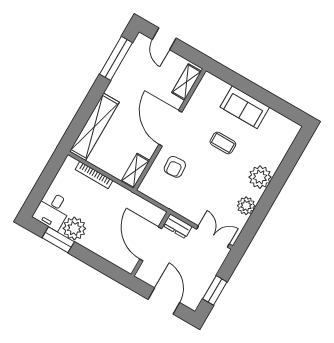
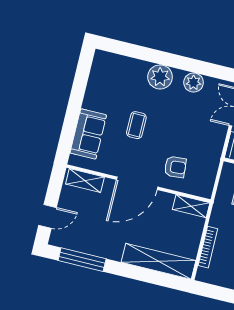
sofa: (245, 107) -> (88, 134), moved

